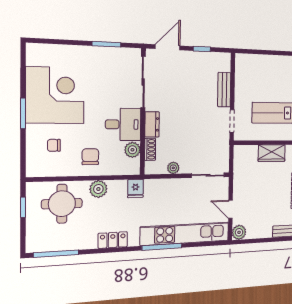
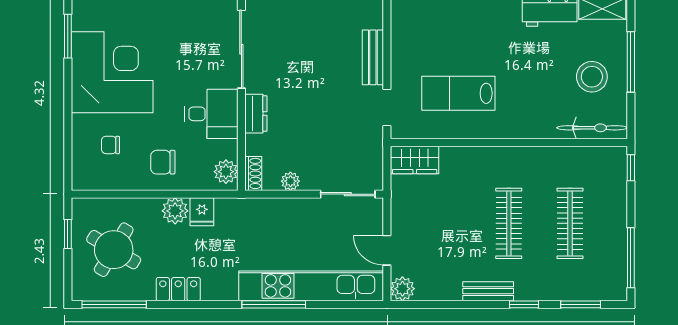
window: (23, 113) -> (68, 36), moved
shoe rack: (150, 149) -> (253, 173), moved
plant: (132, 150) -> (226, 172), moved
wardrobe: (272, 153) -> (415, 160), moved
chair: (90, 157) -> (163, 162), turned -90
fridge: (135, 188) -> (202, 212), moved
round table: (62, 204) -> (114, 250), moved, turned 31
locker: (113, 240) -> (178, 289), moved

